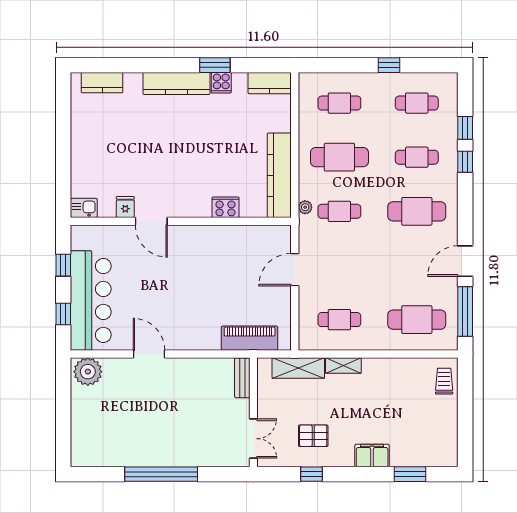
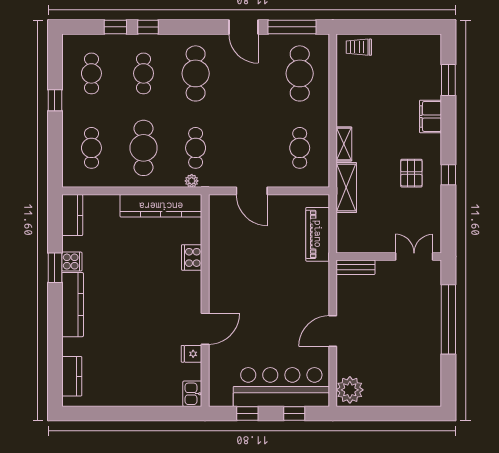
bench: (242, 378) -> (356, 267), moved
wall: (253, 412) -> (389, 256), moved
double door: (253, 439) -> (414, 256), moved

